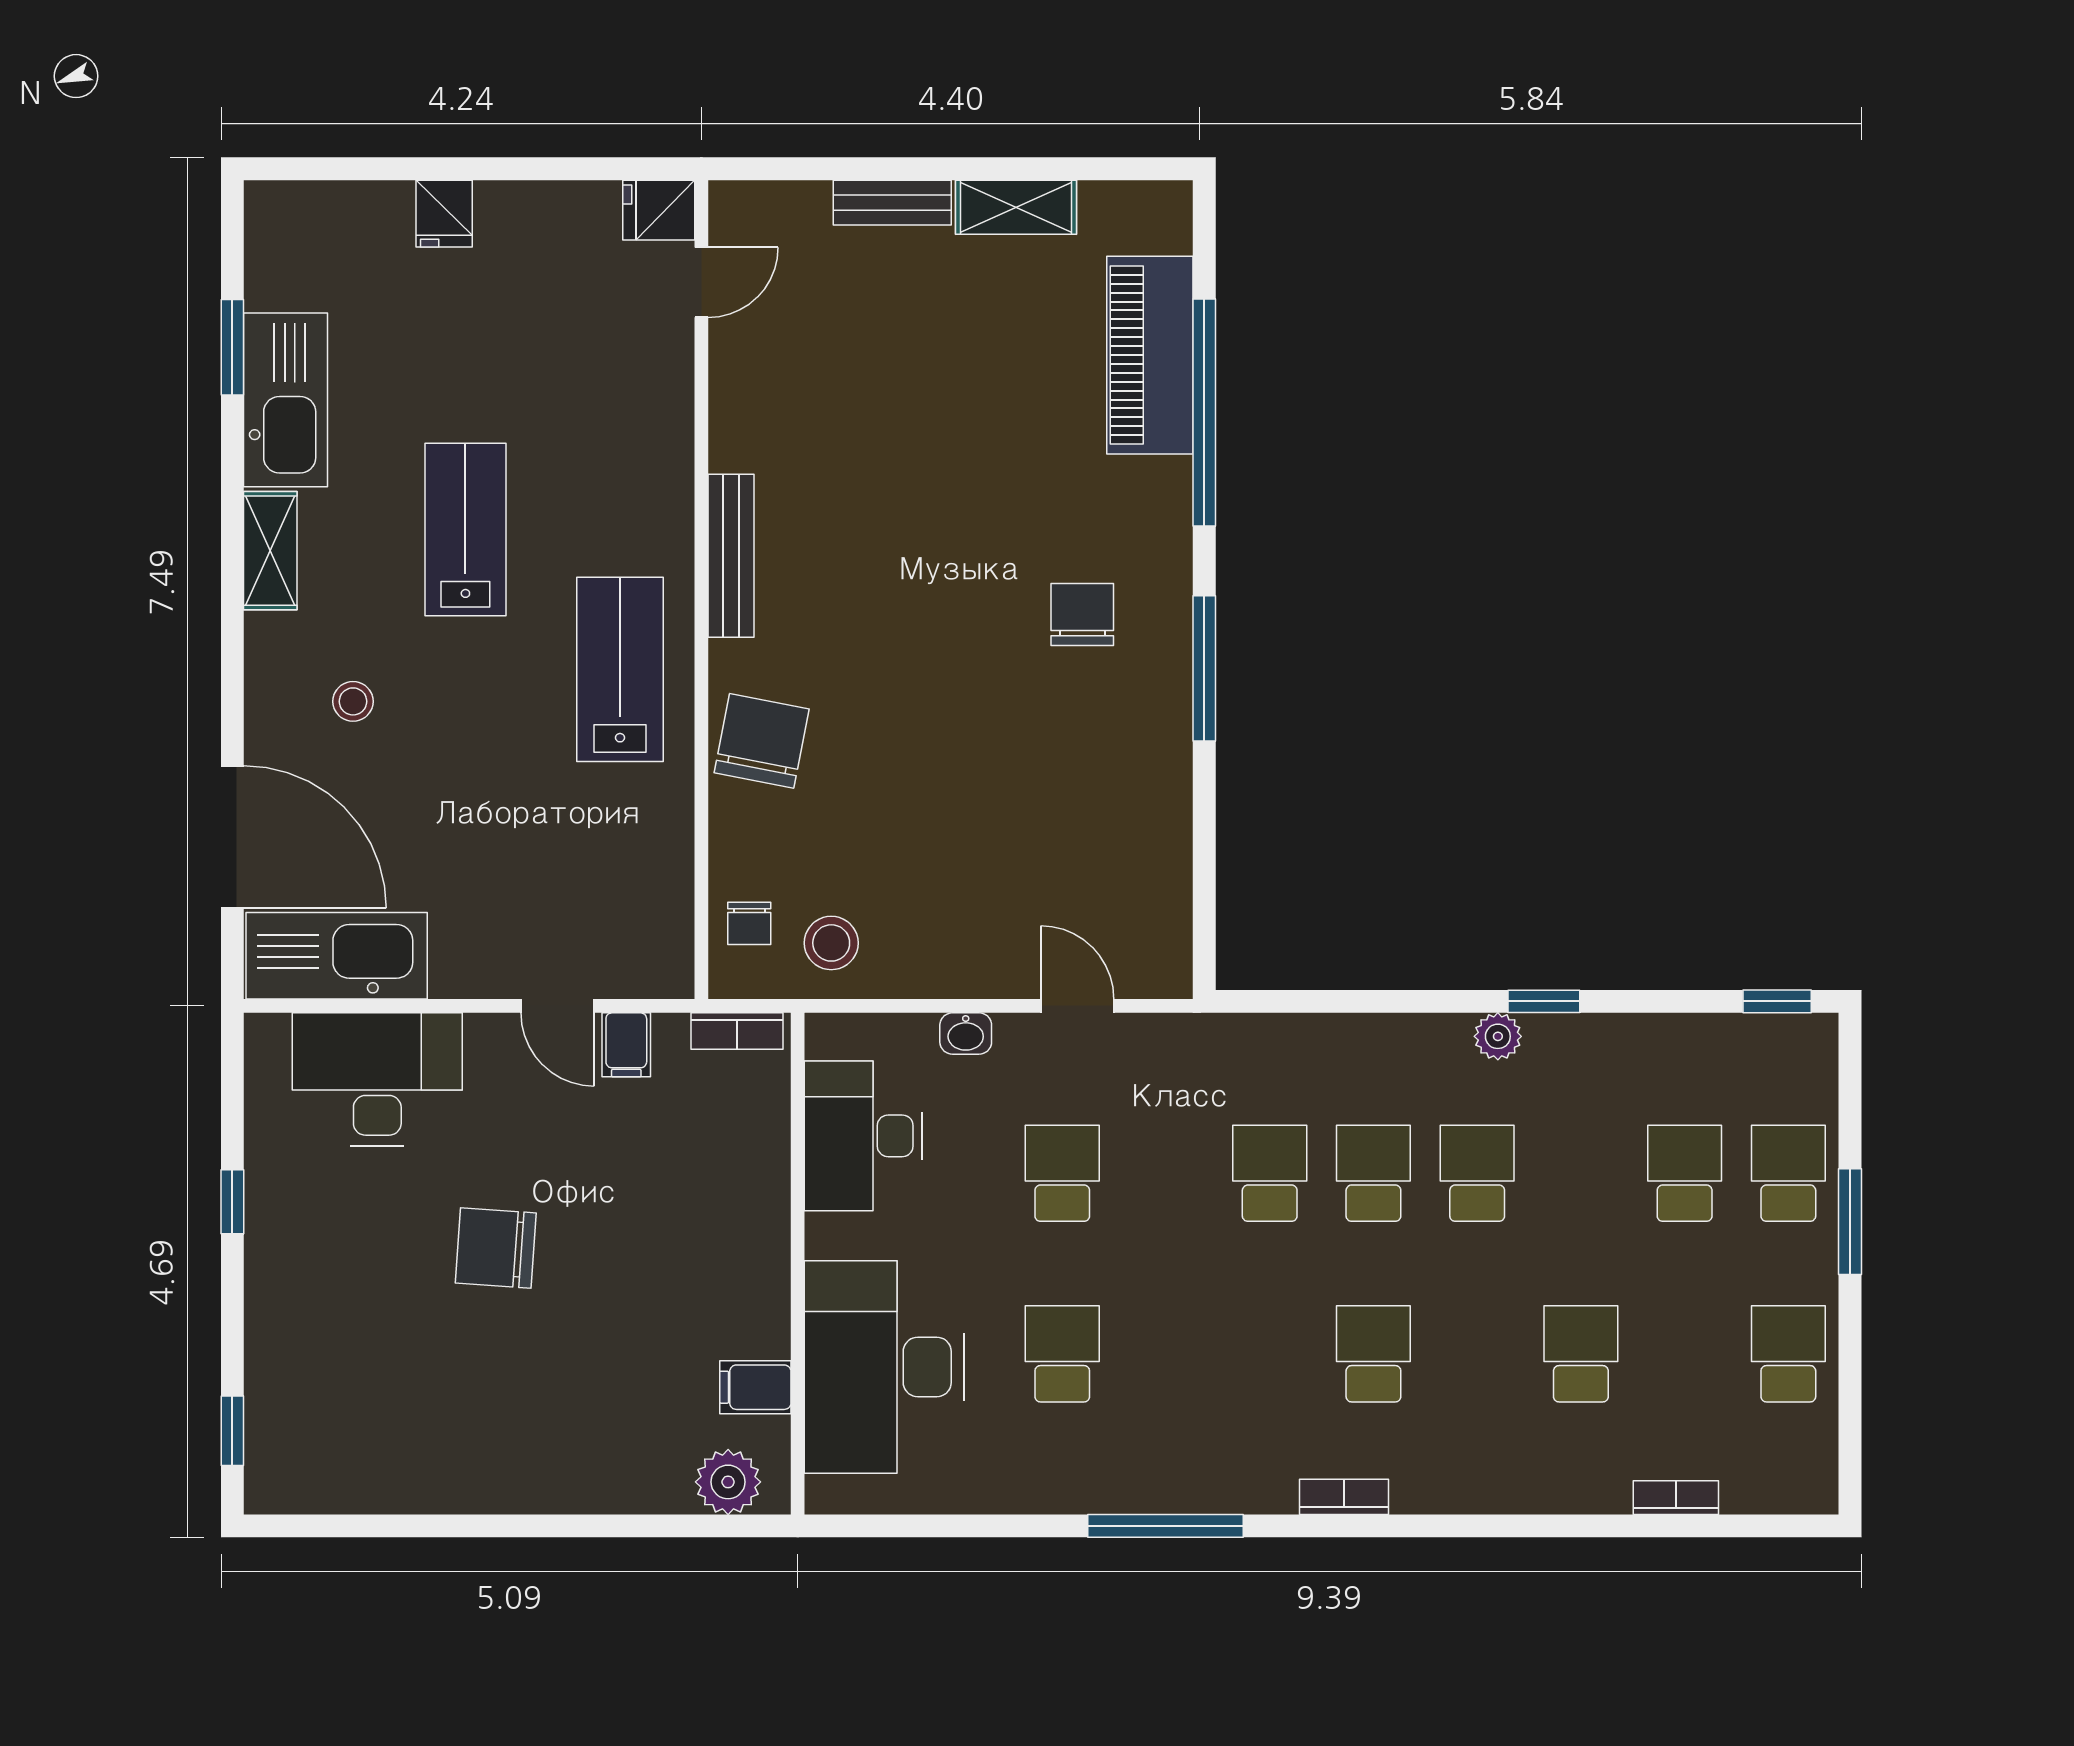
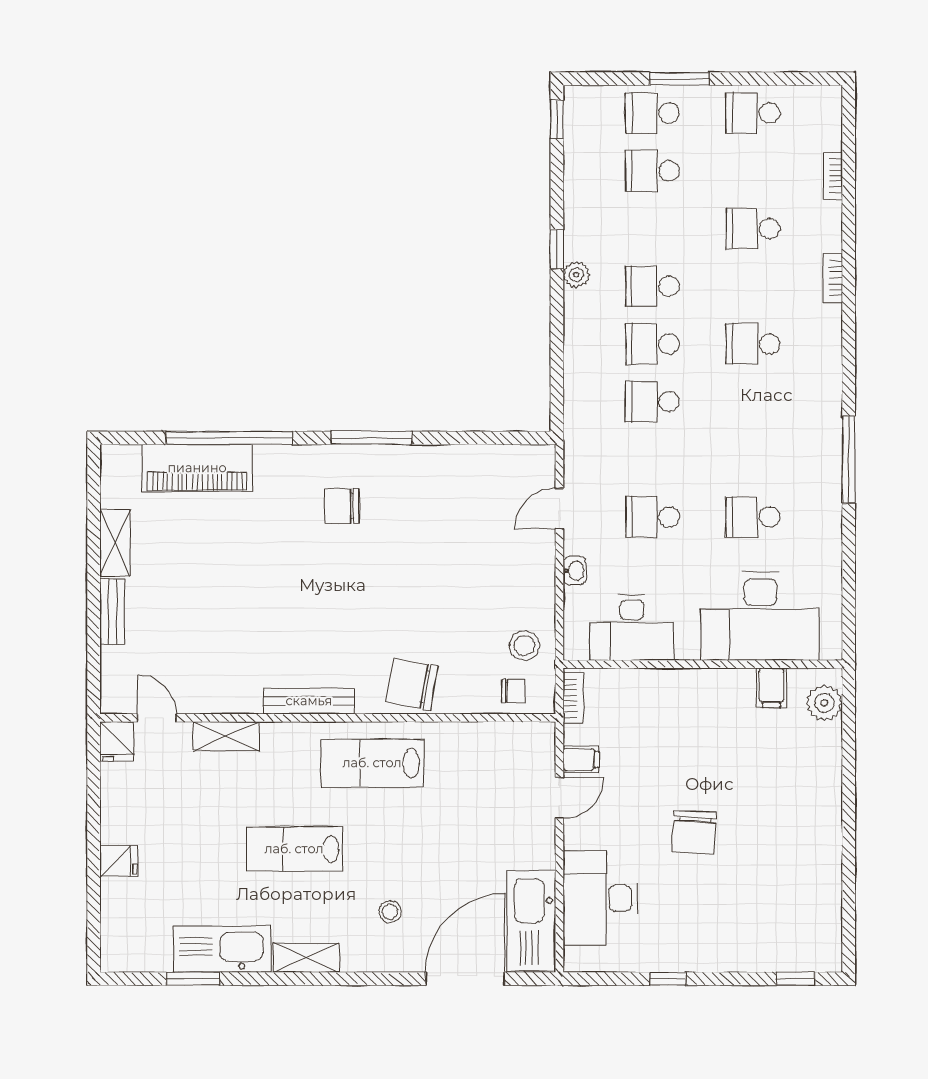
shelving: (668, 407) -> (226, 736), added
bookcase: (1344, 1497) -> (832, 278), moved

